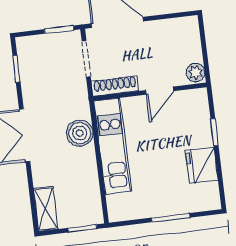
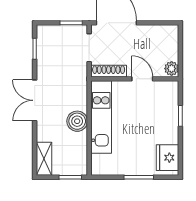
door: (160, 91) -> (142, 79), swing flipped
boiler: (80, 133) -> (77, 121), moved
fridge: (202, 165) -> (168, 158), moved

